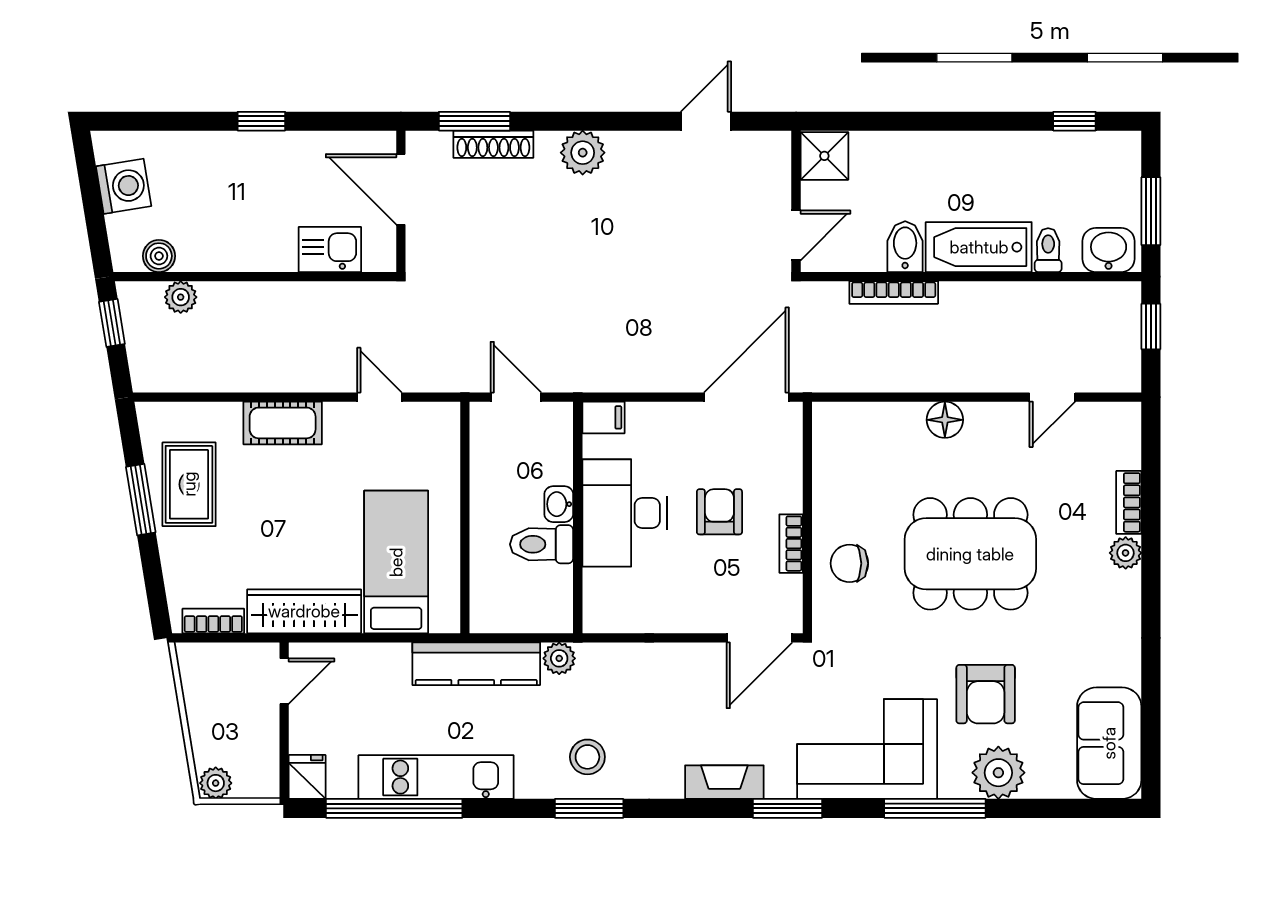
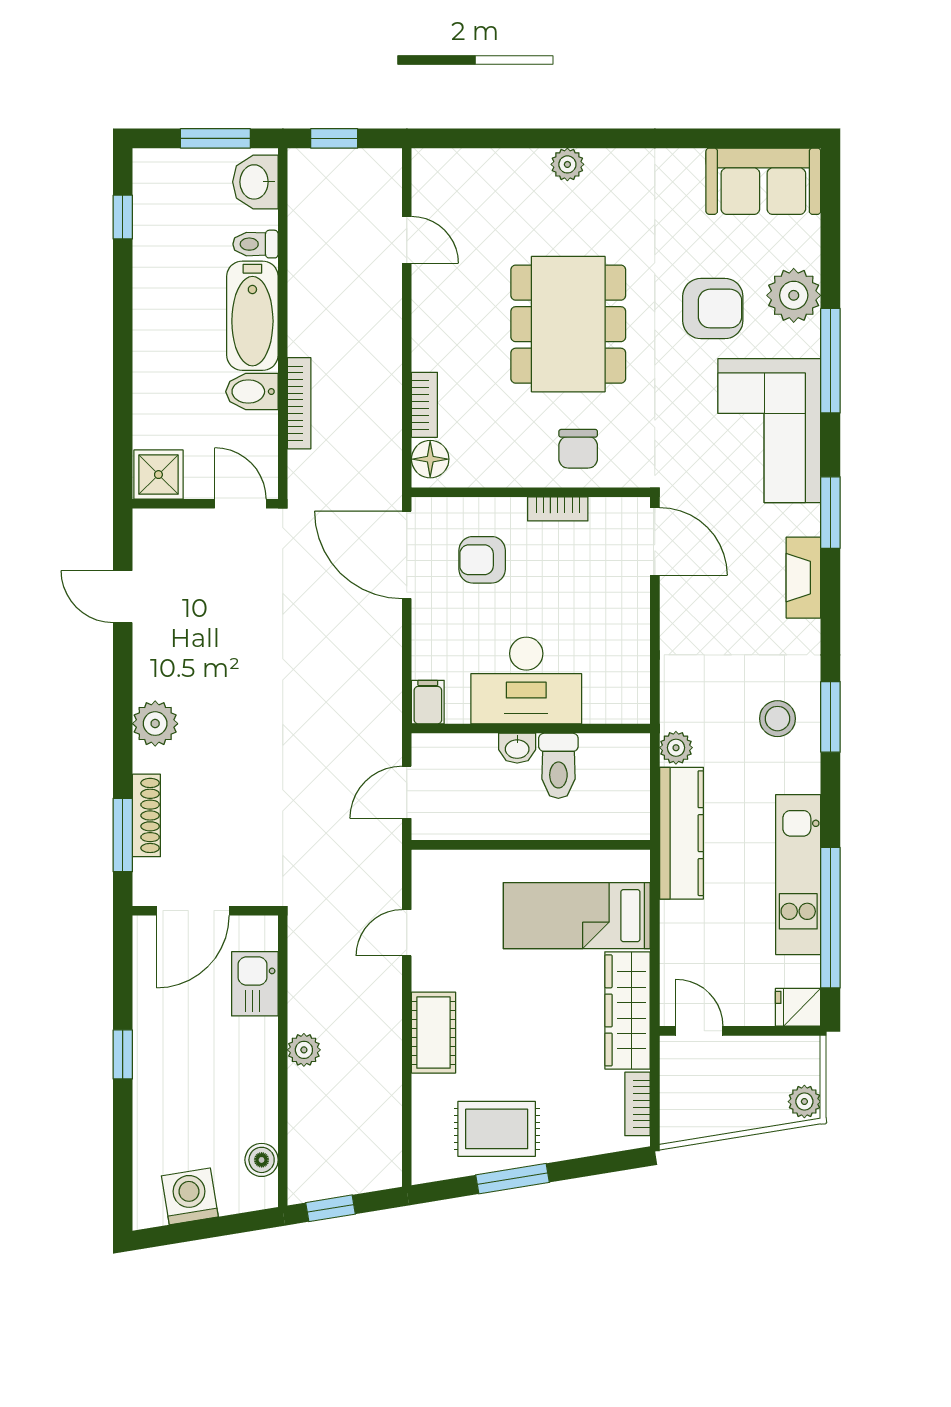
plant: (181, 297) -> (304, 1050), moved
floor lamp: (945, 420) -> (430, 459), moved
bookcase: (1129, 502) -> (424, 405), moved, turned -90
armchair: (719, 512) -> (482, 560), moved

